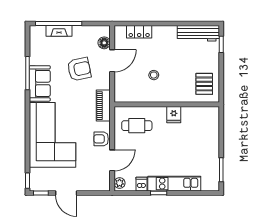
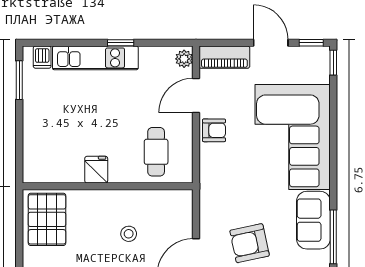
pallet: (204, 84) -> (47, 219), width x1.50, depth x1.42
piano: (103, 106) -> (224, 57), moved, turned 90
cafe table: (137, 126) -> (156, 152), turned 90
dishwasher: (141, 184) -> (42, 57), moved

